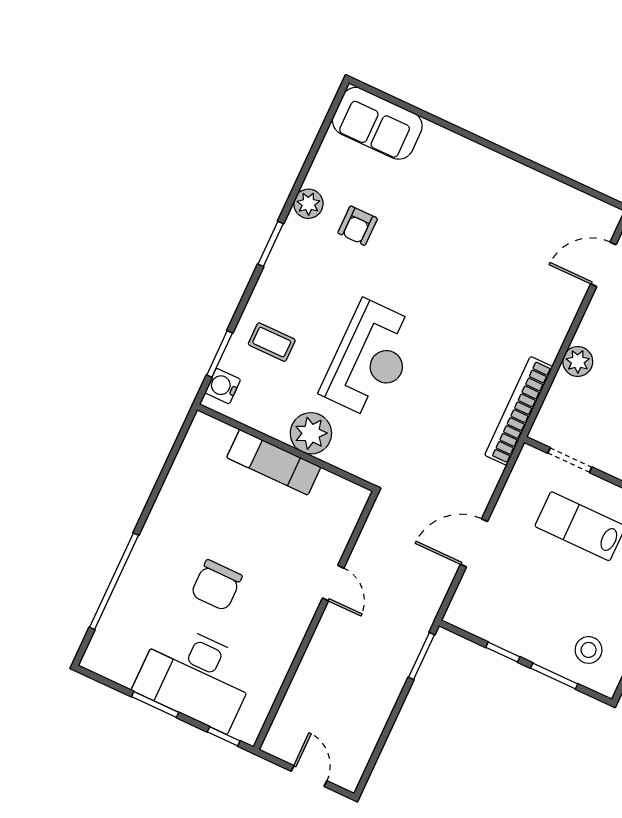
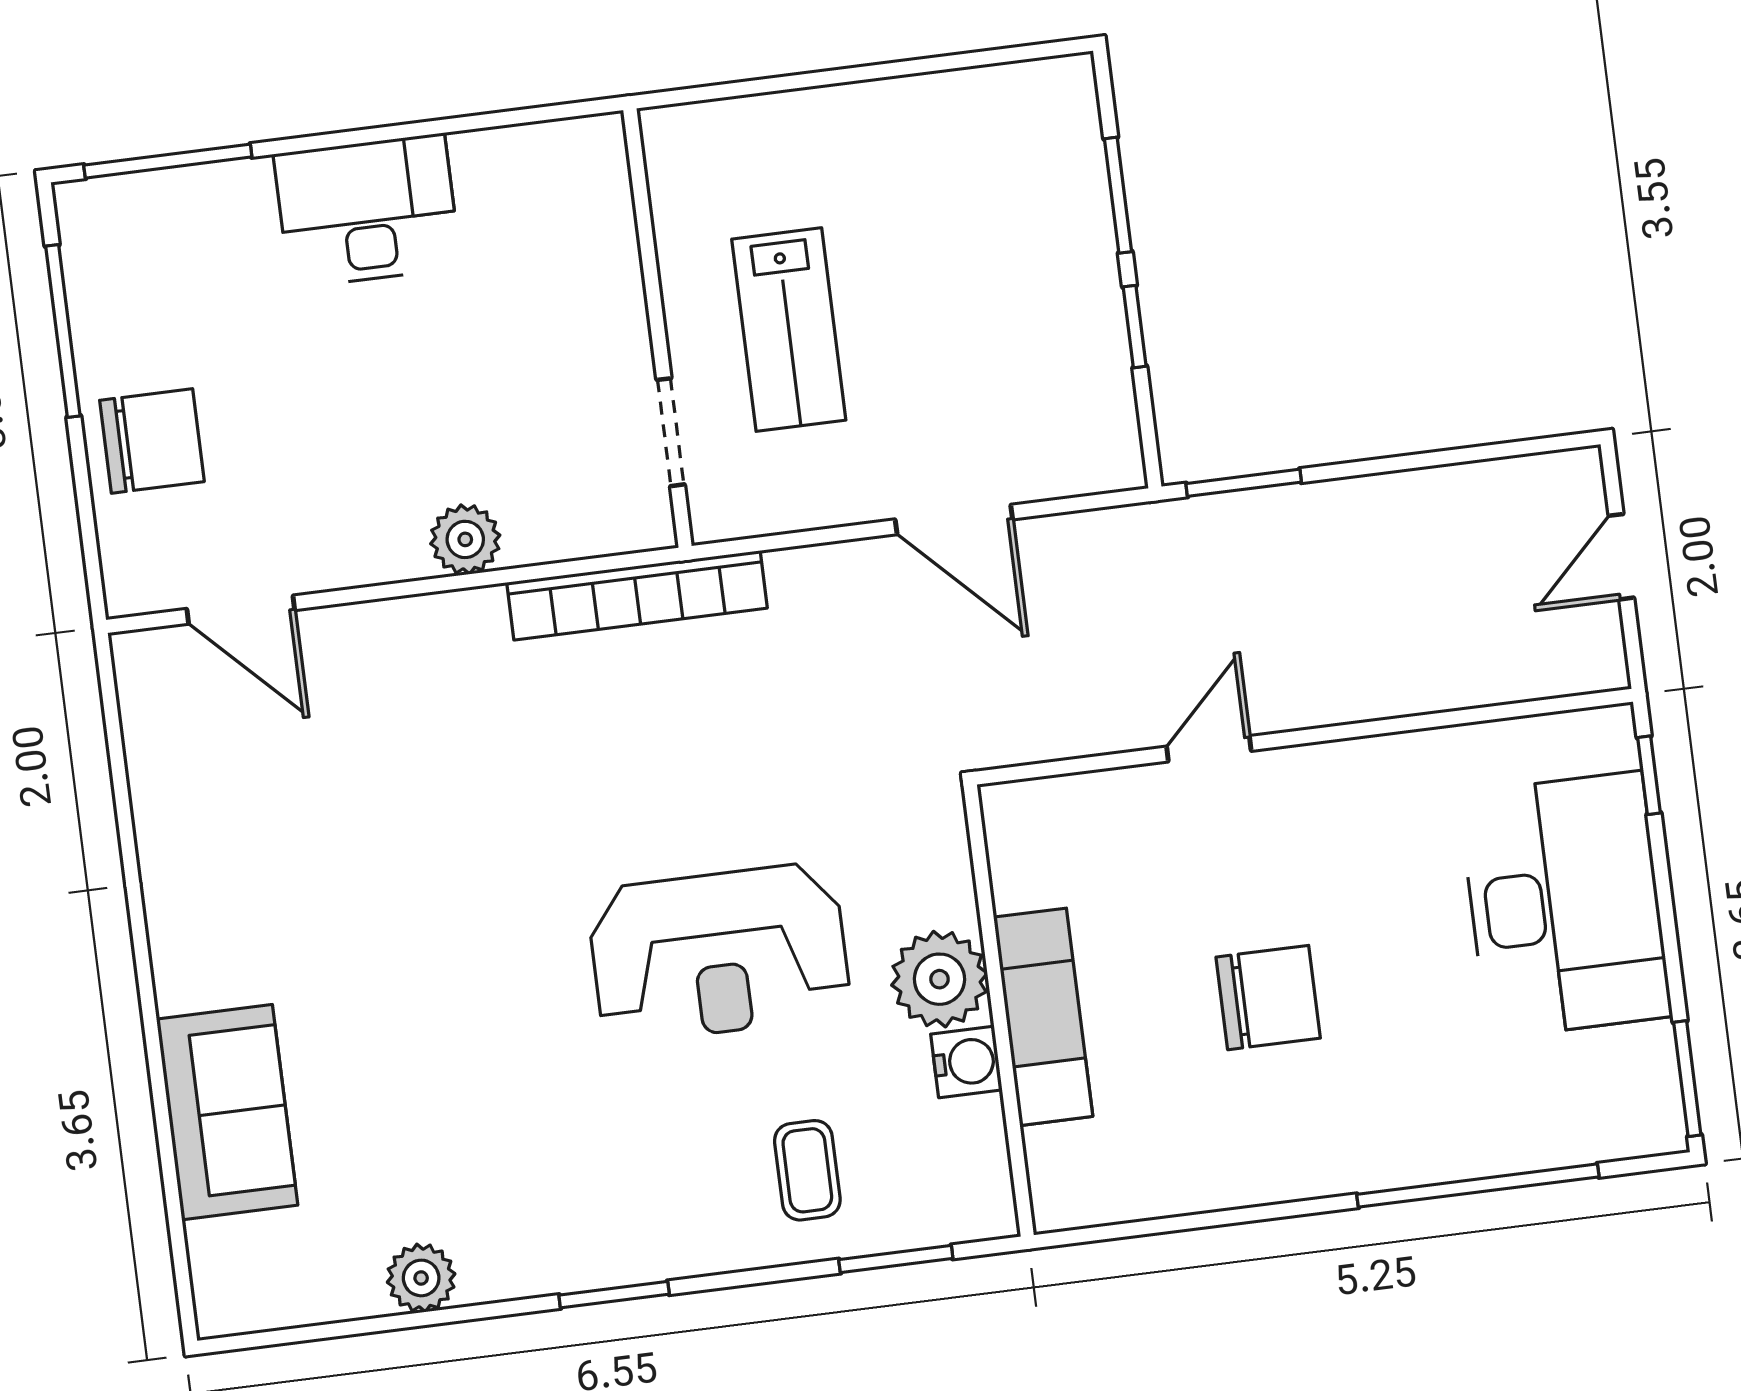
sofa: (377, 123) -> (227, 1112), moved
plant: (308, 204) -> (421, 1278), moved
armchair: (358, 226) -> (470, 1145), removed
reception desk: (370, 359) -> (719, 953), turned 180
water cooler: (223, 386) -> (966, 1062), moved, turned -90
chair: (216, 585) -> (1268, 998), moved
stool: (589, 650) -> (1024, 159), removed
window: (155, 705) -> (1687, 1079), moved

